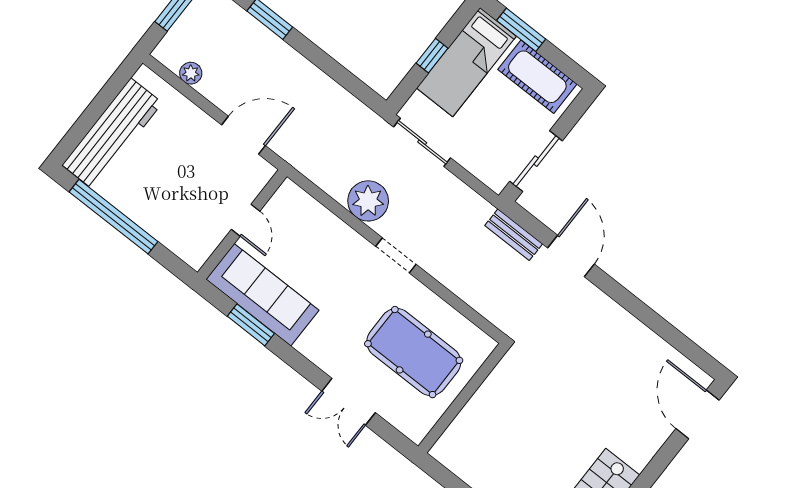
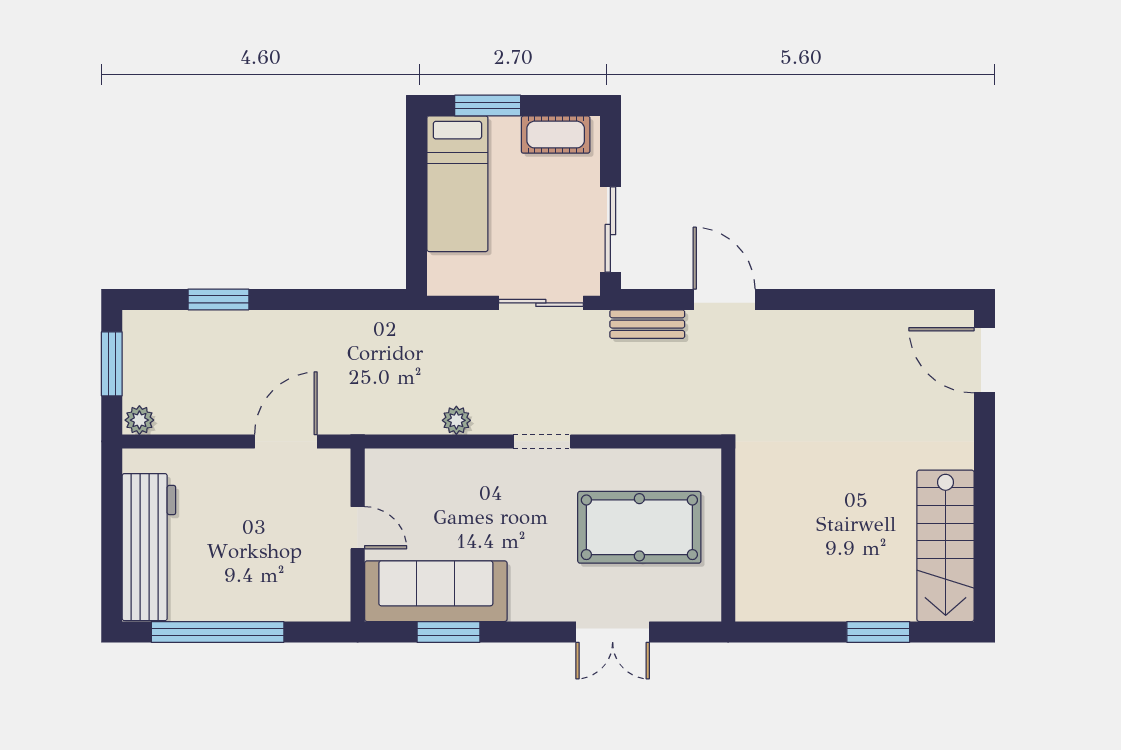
window: (432, 56) -> (416, 205), removed
plant: (191, 73) -> (139, 420), moved
cot: (537, 77) -> (556, 135), width x0.73, depth x0.75
sliding door: (422, 142) -> (541, 303), moved
plant: (368, 201) -> (456, 420), width x0.53, depth x0.53

